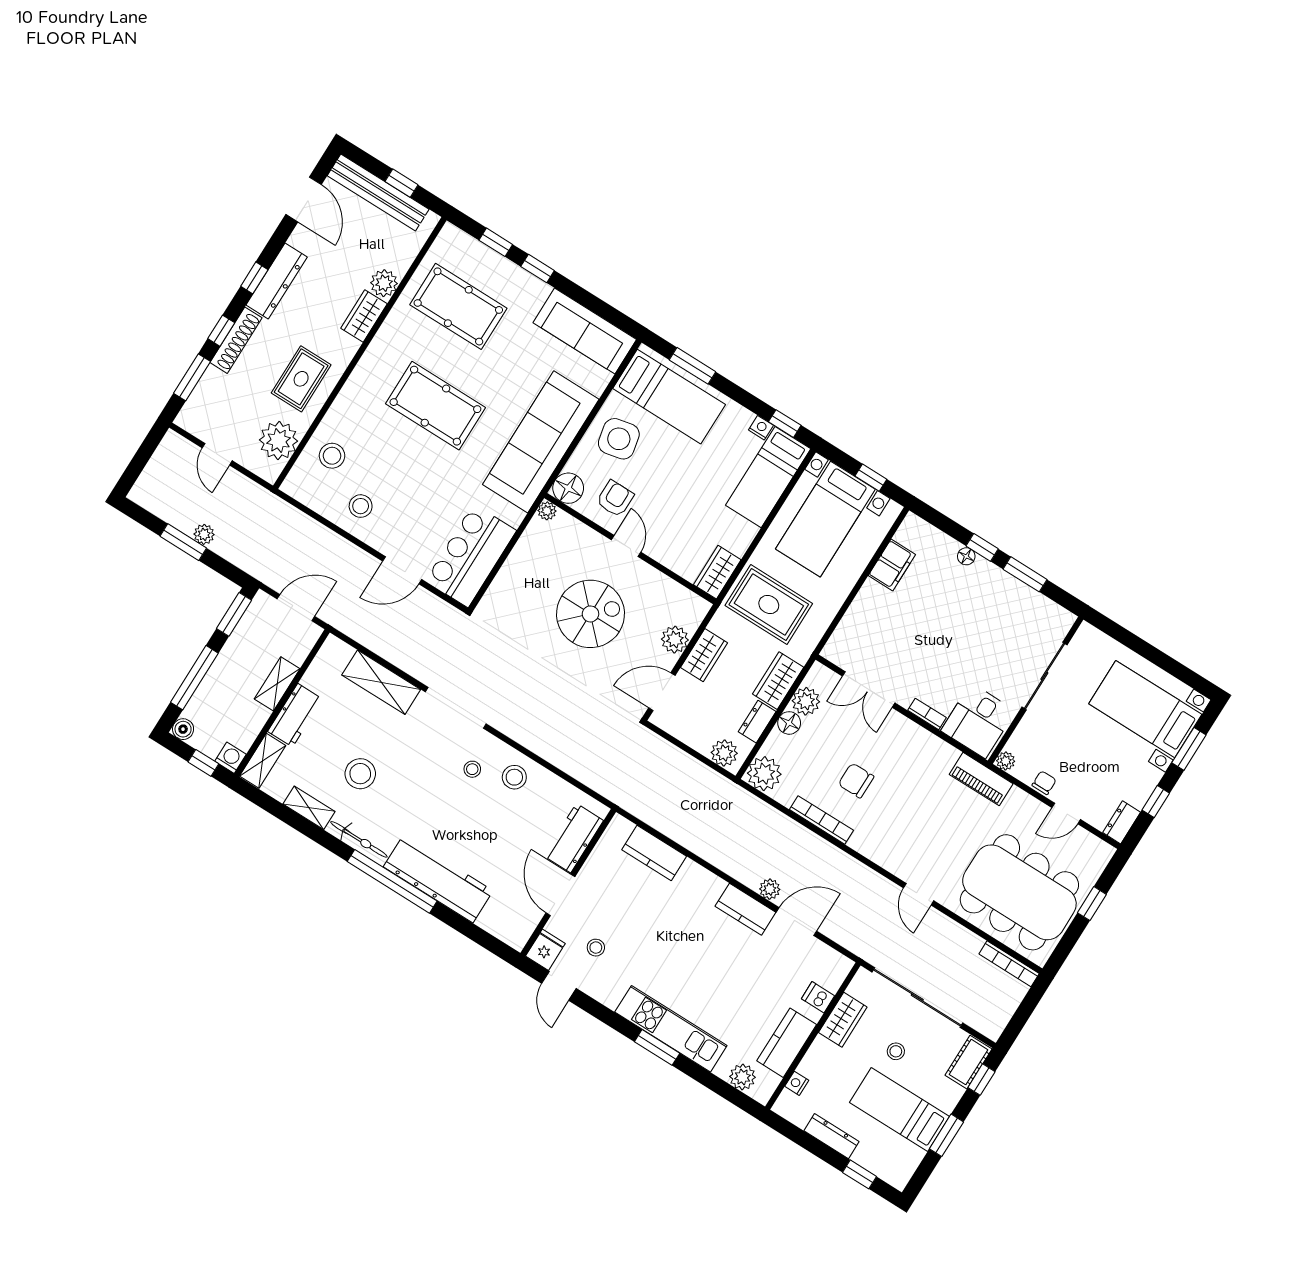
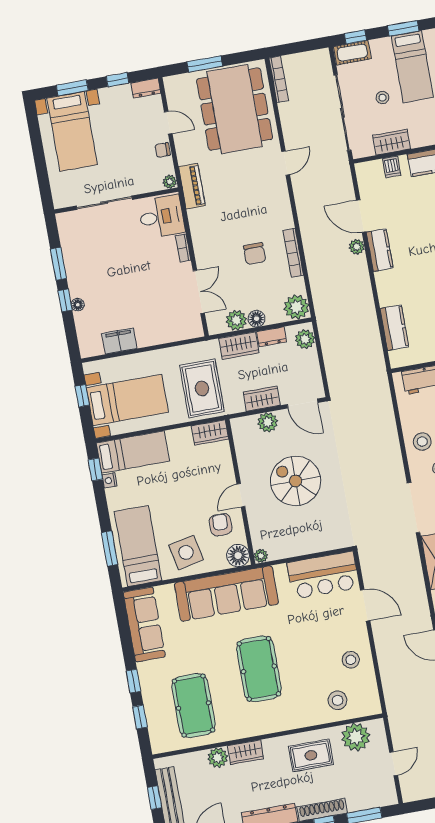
armchair: (615, 499) -> (221, 525), turned 90
window: (1092, 904) -> (205, 64), width x1.50

